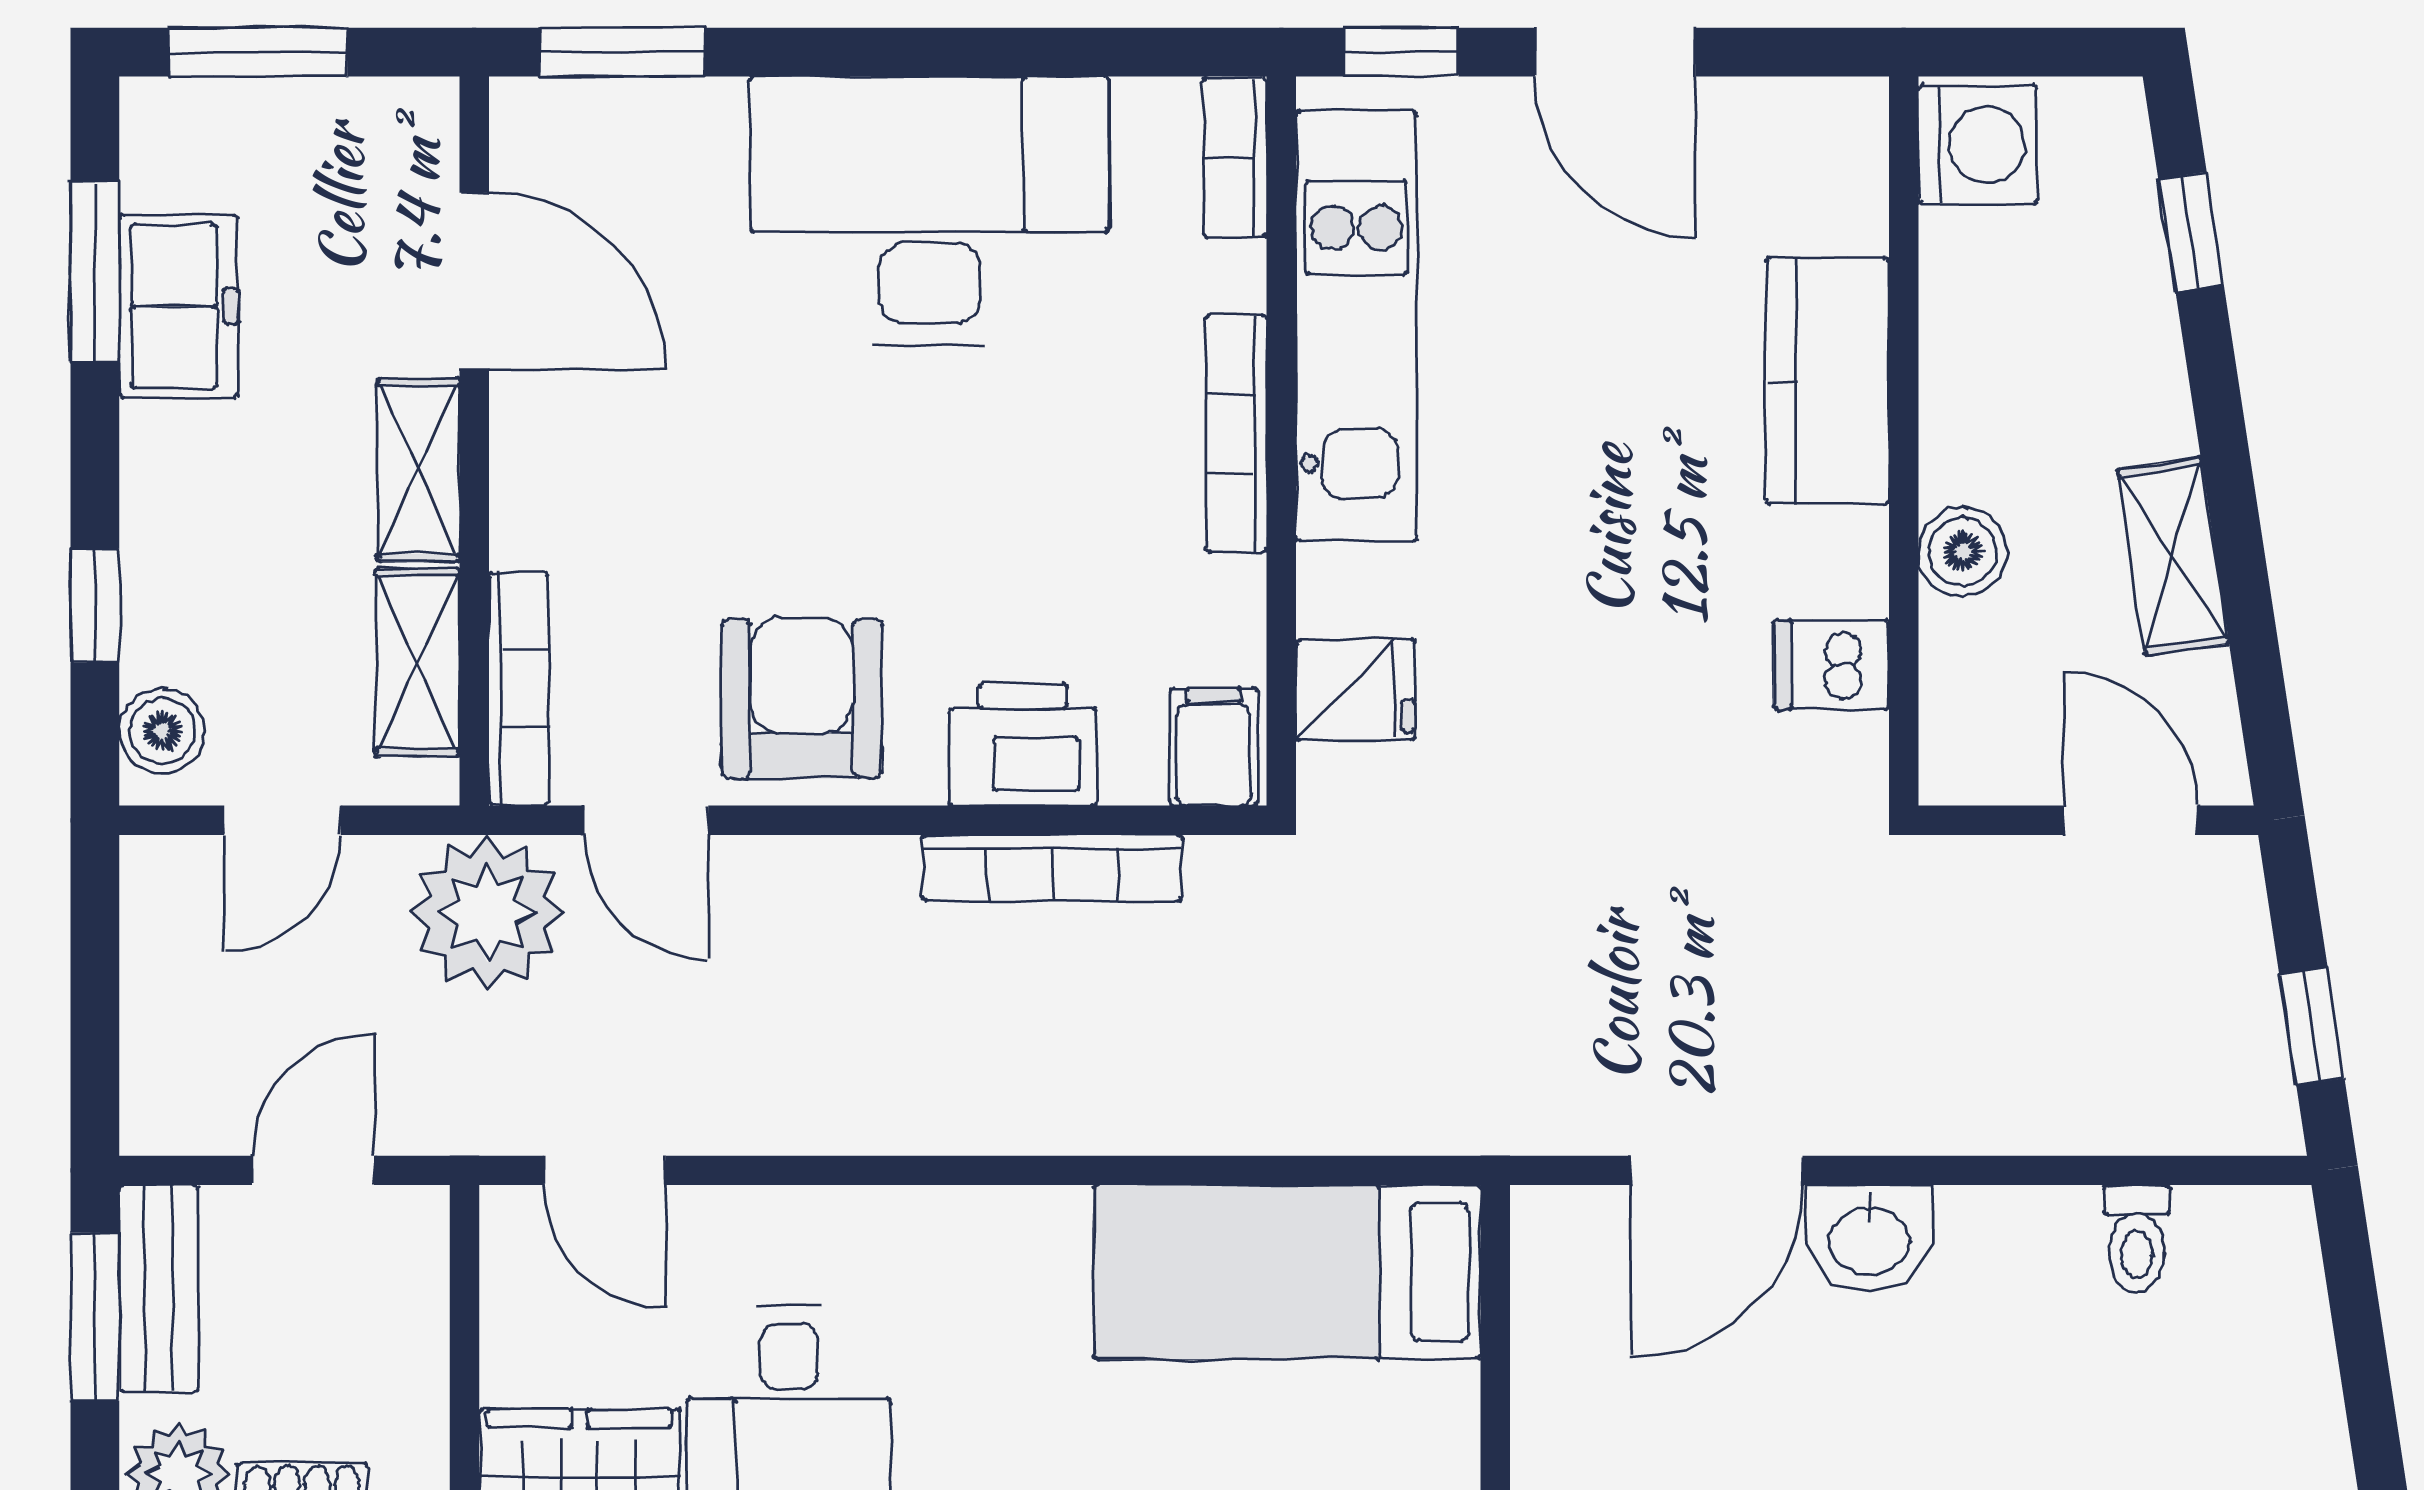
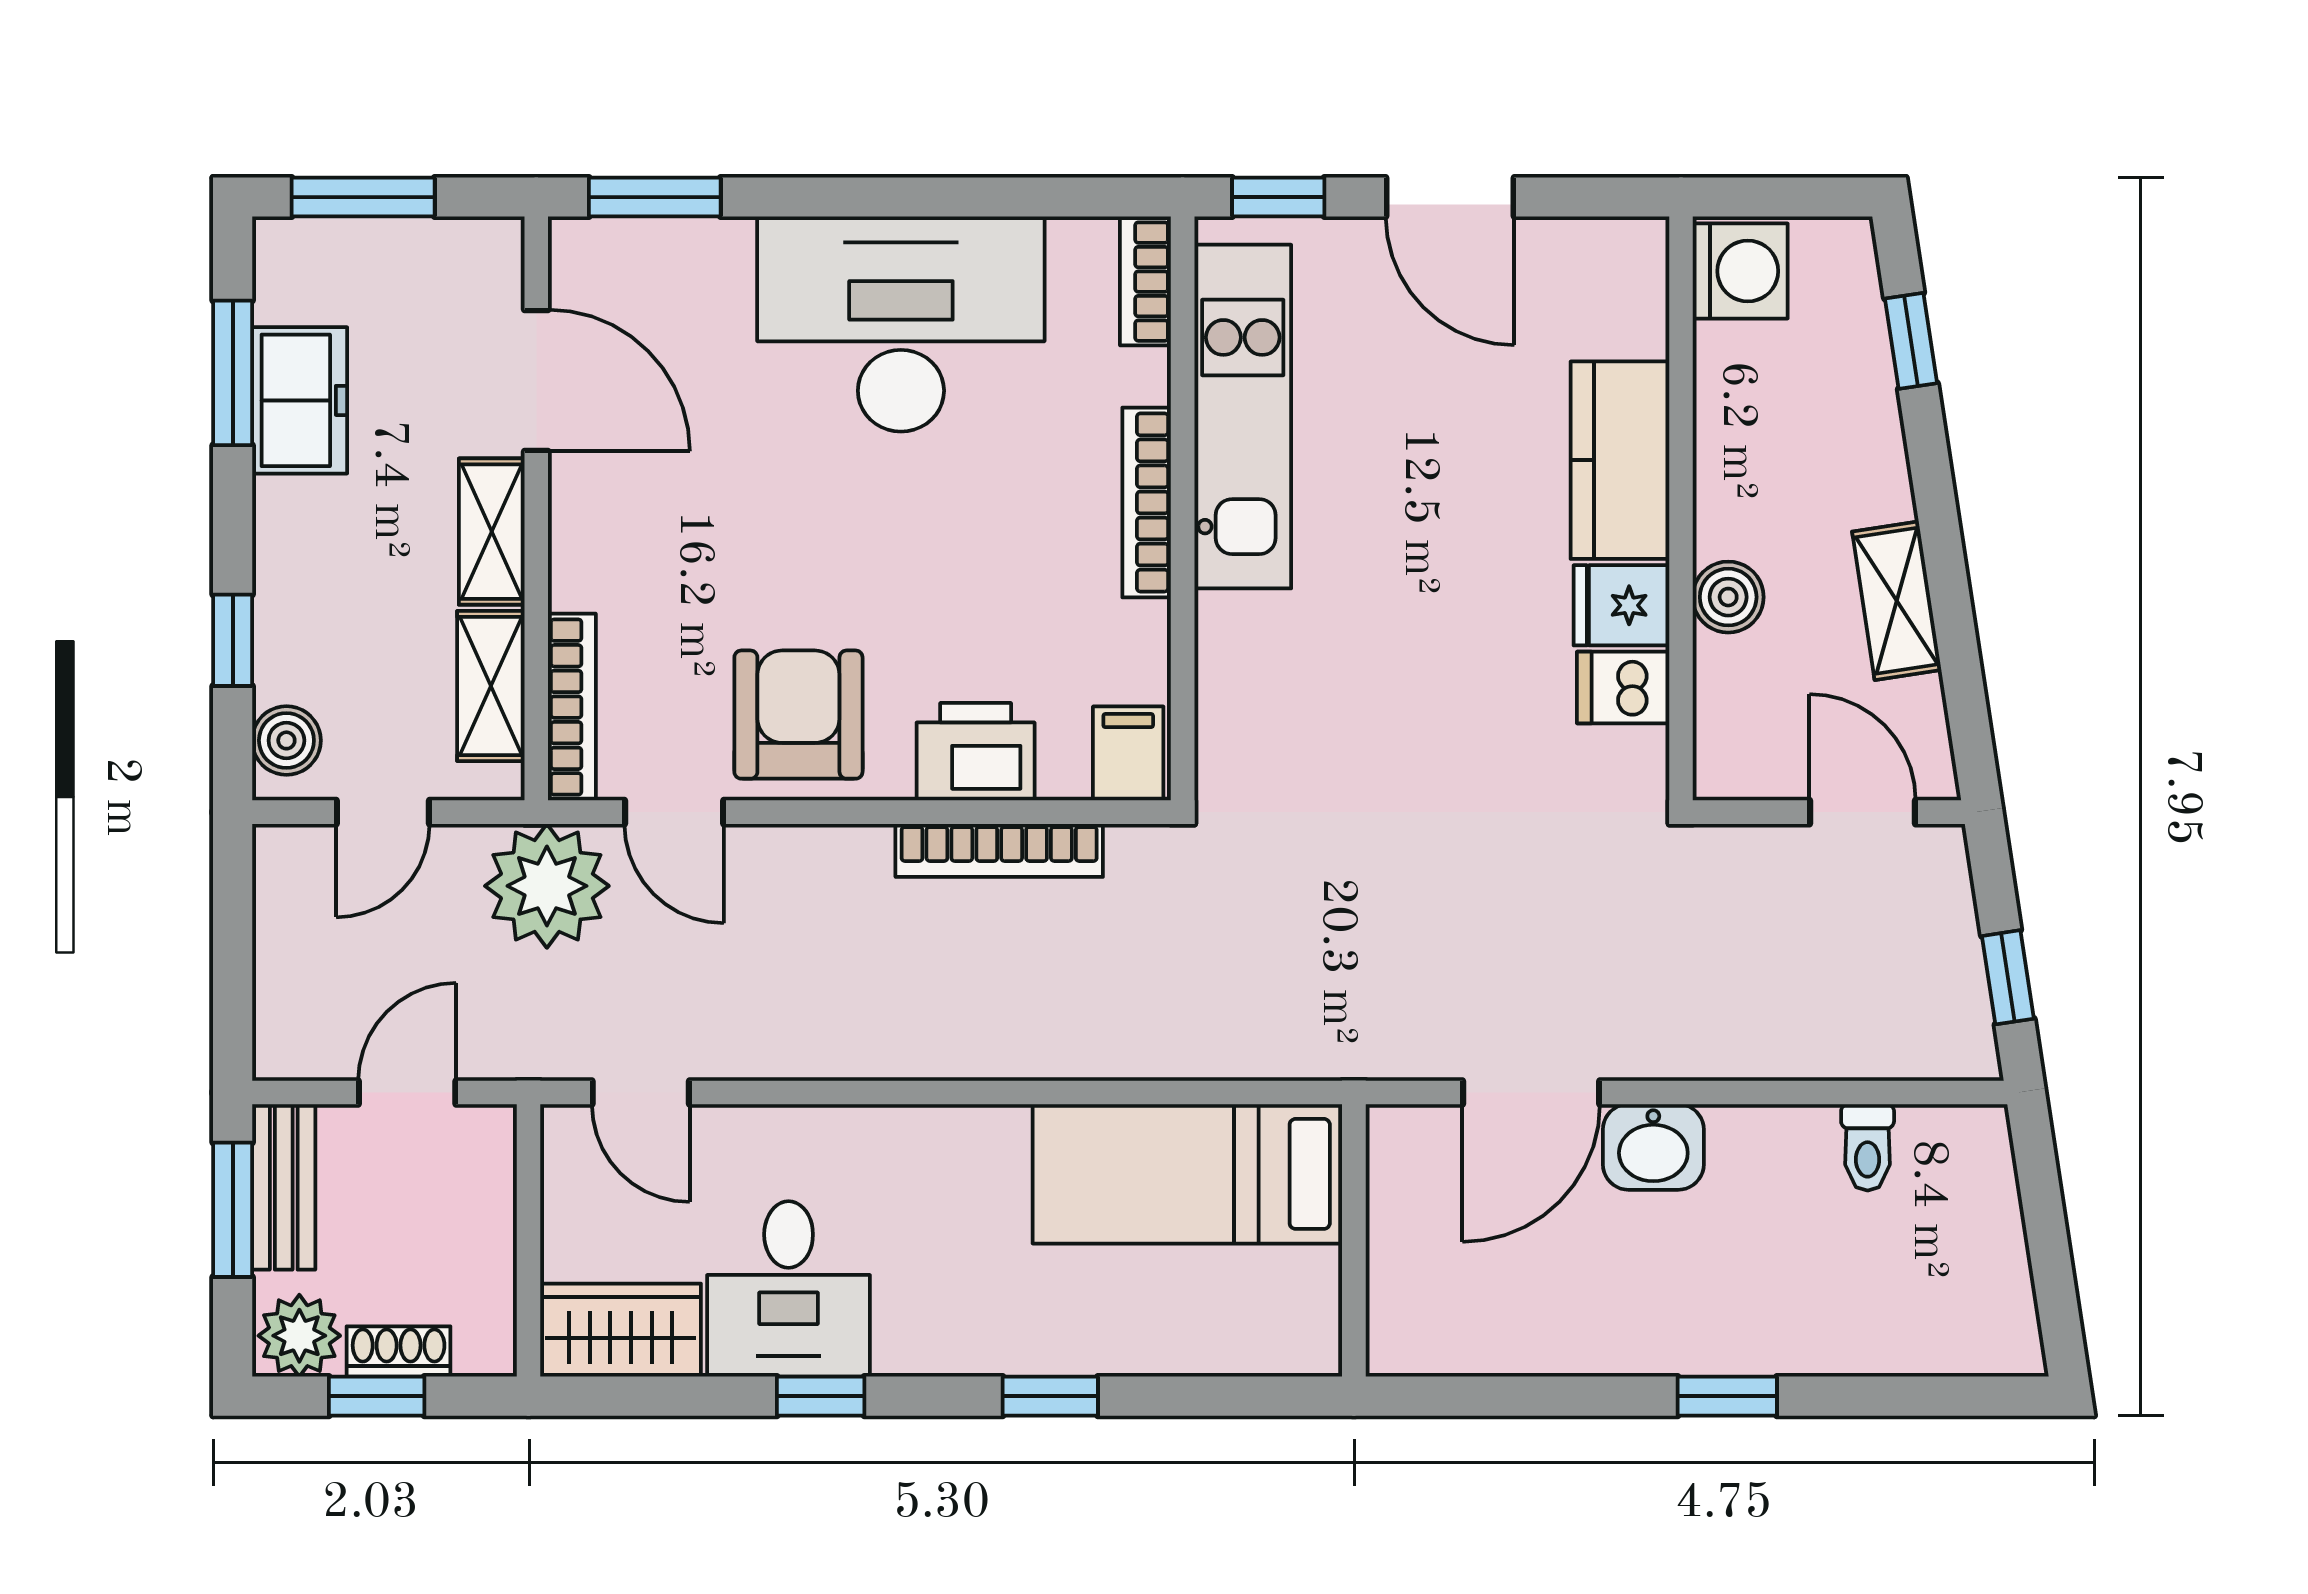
fridge: (1356, 690) -> (1621, 605), moved, turned 180

